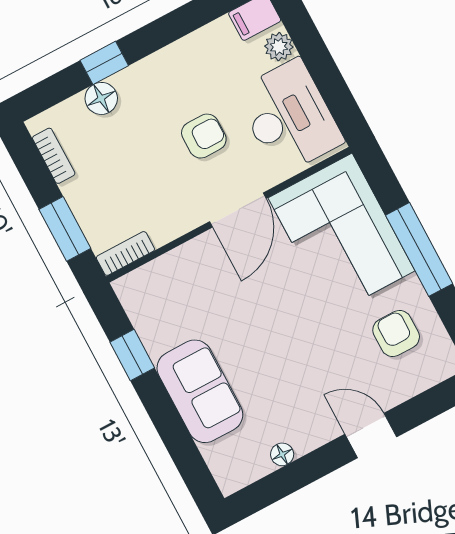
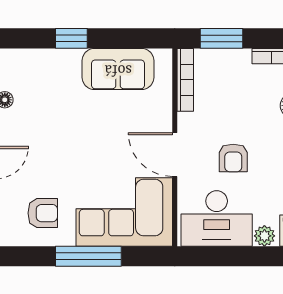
bookcase: (125, 253) -> (185, 80), width x1.56
window: (132, 355) -> (71, 38), moved
sofa: (200, 391) -> (118, 69), moved

